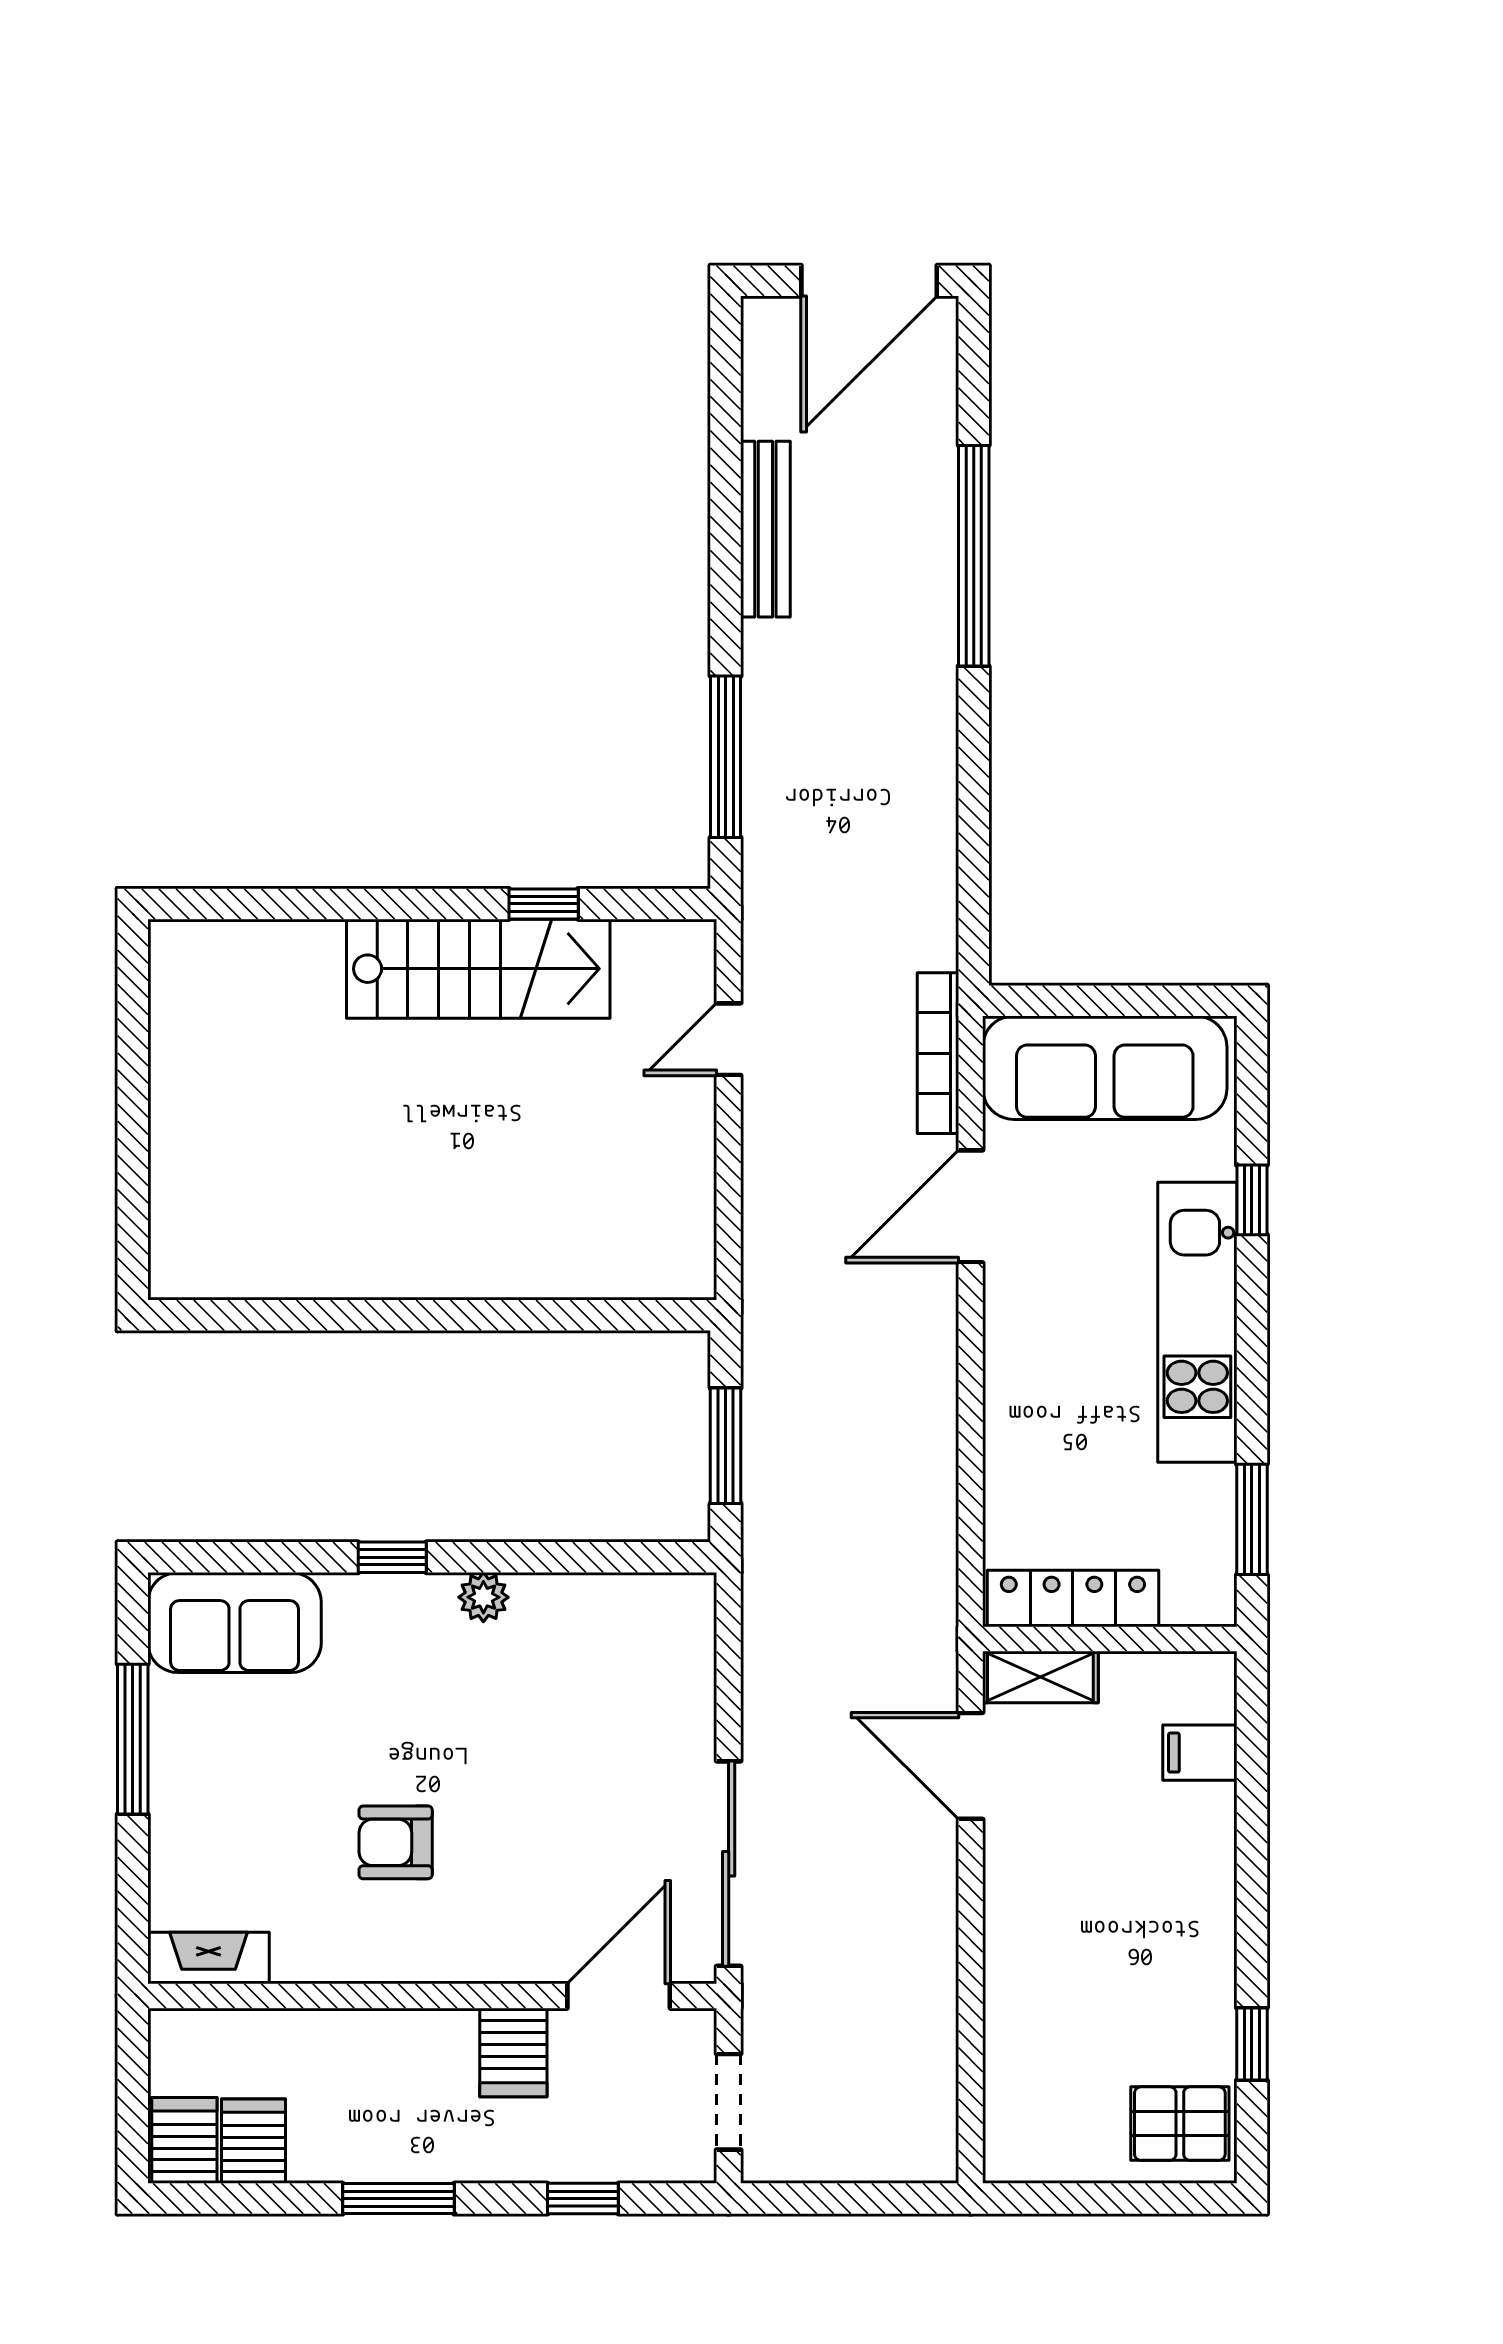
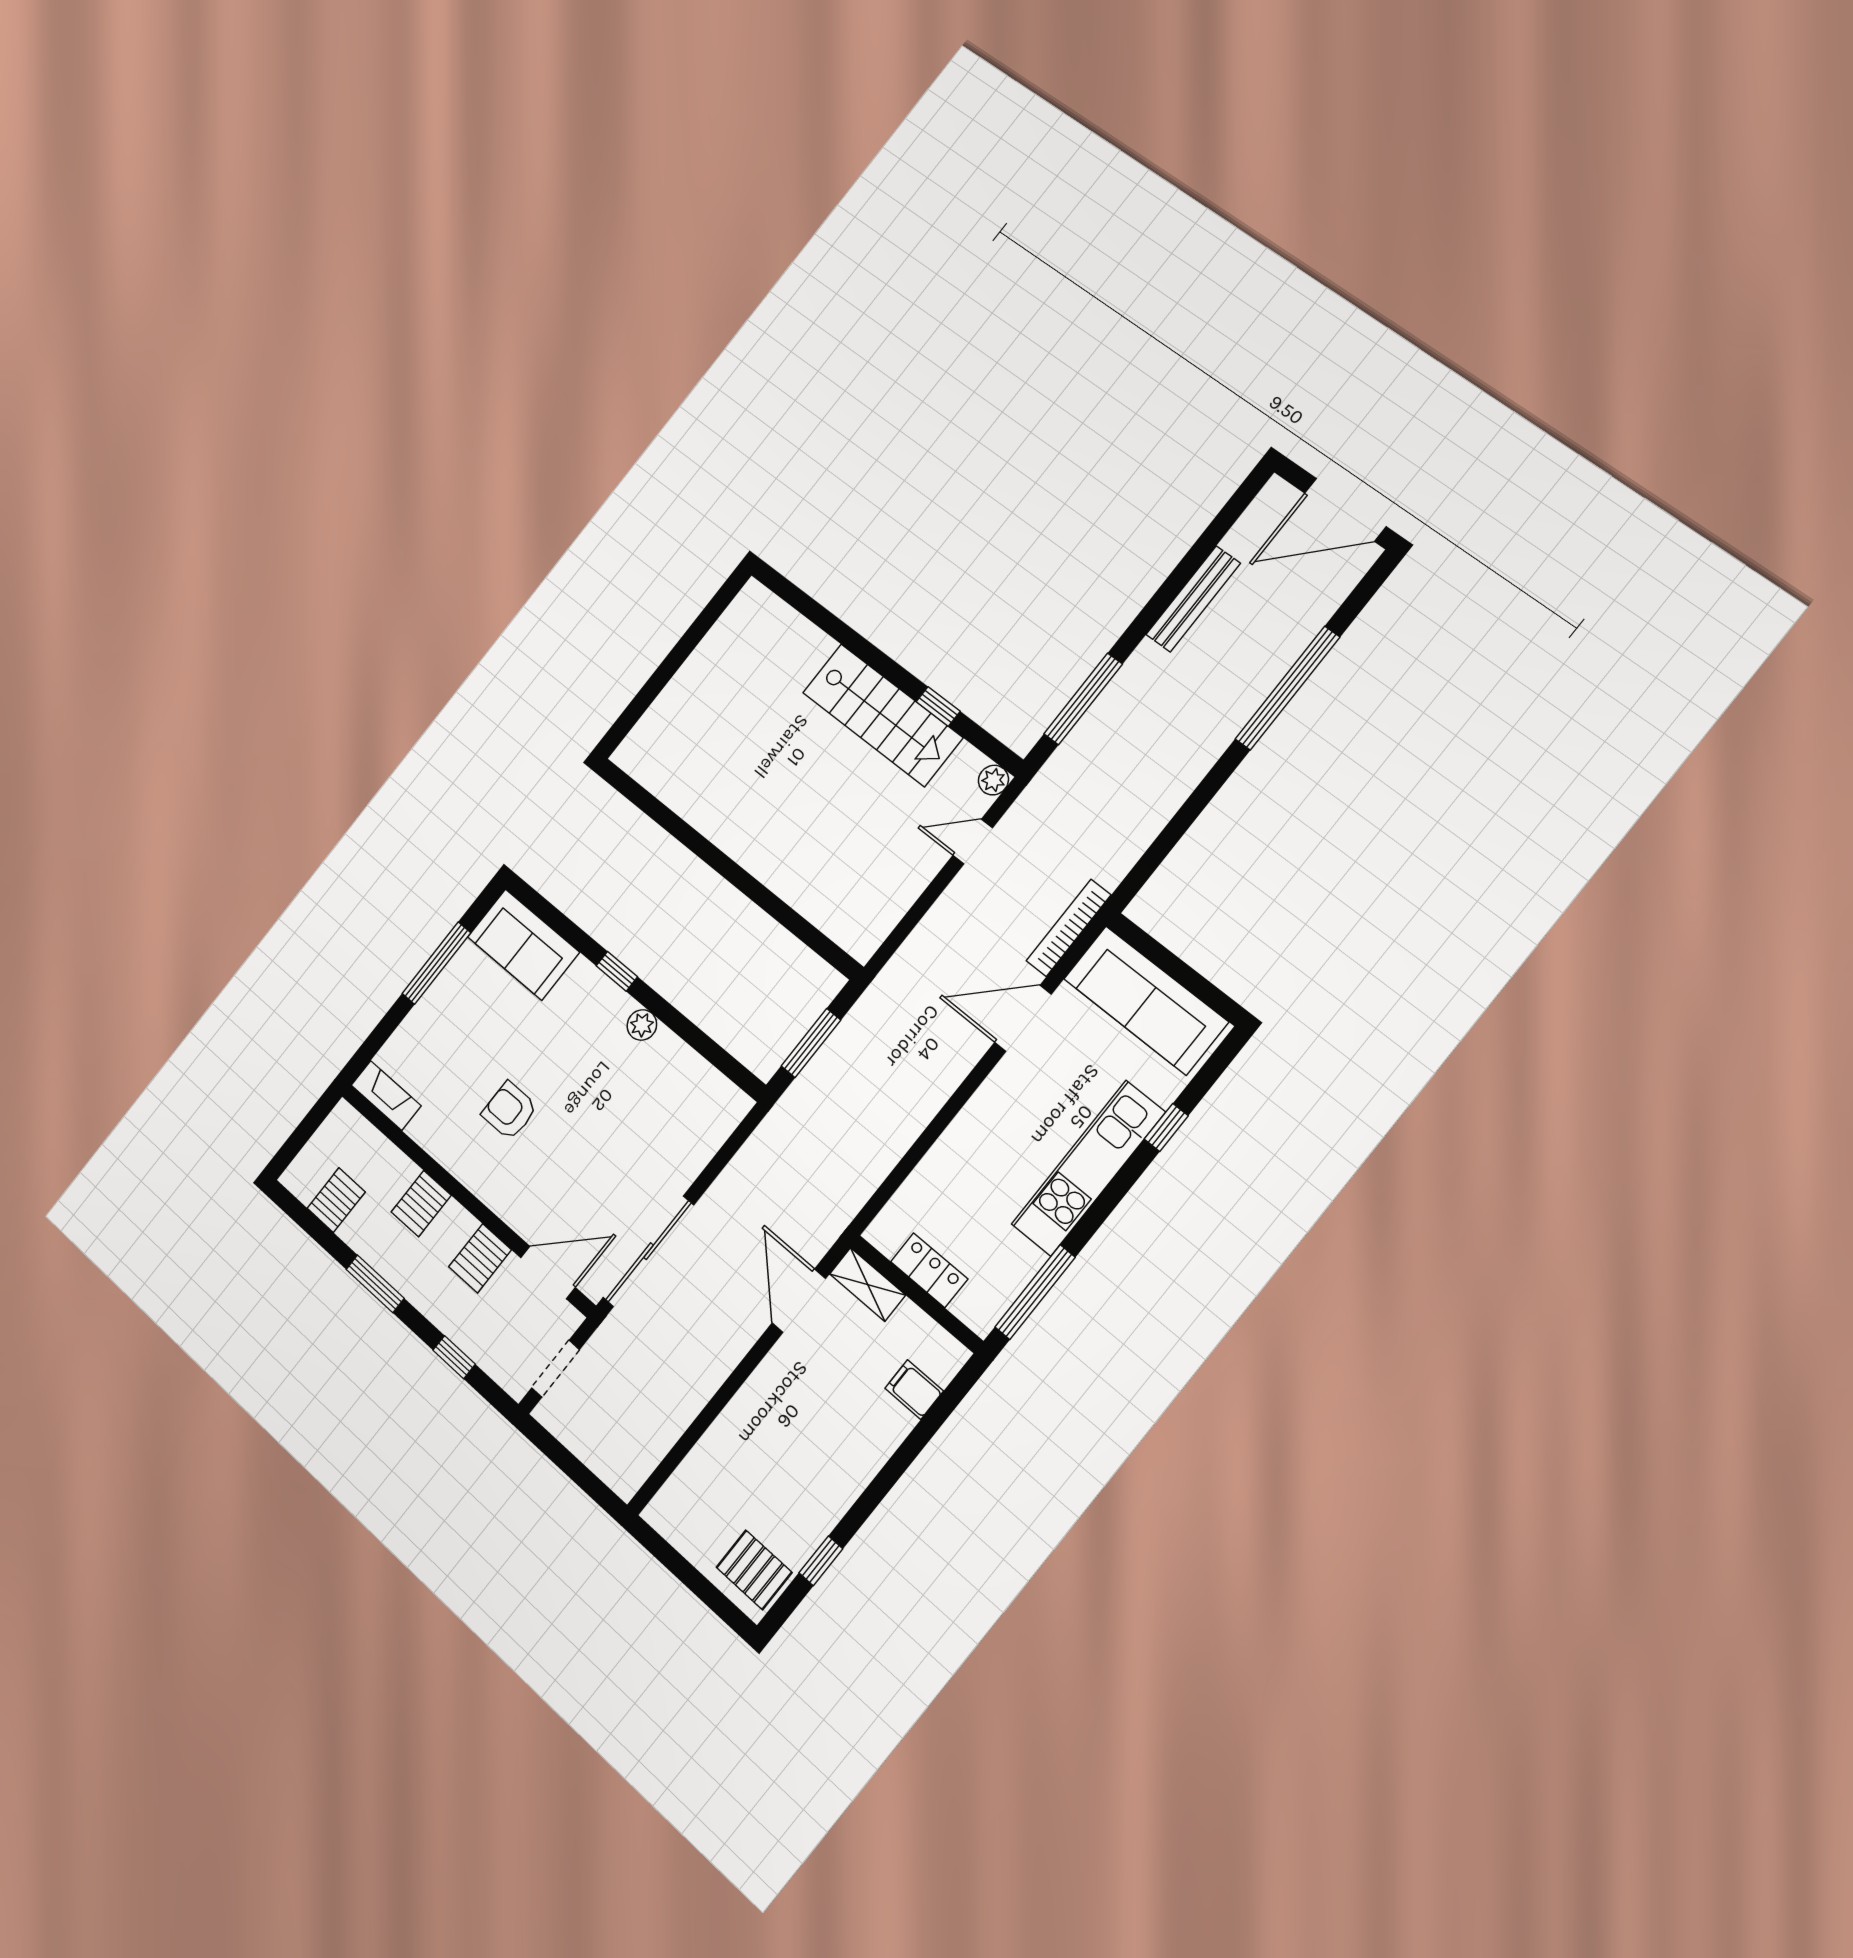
plant: (693, 943) -> (993, 780), added
window: (1252, 1519) -> (1035, 1292), width x1.44
locker: (1073, 1599) -> (929, 1270), width x0.66
server rack: (184, 2140) -> (421, 1204), moved, turned 180

